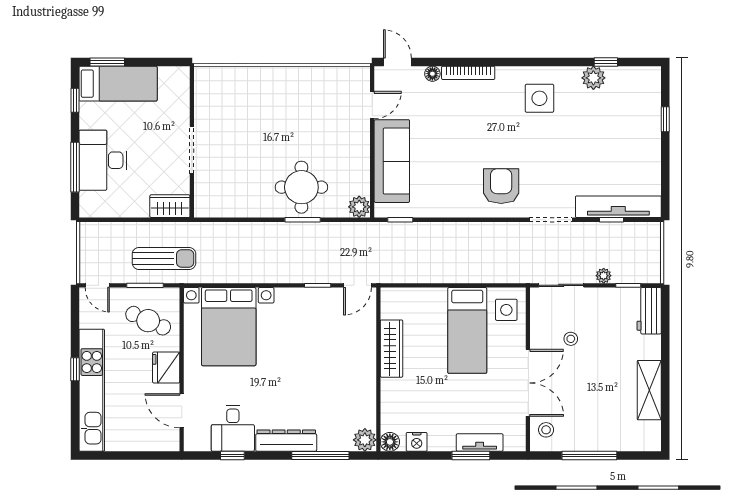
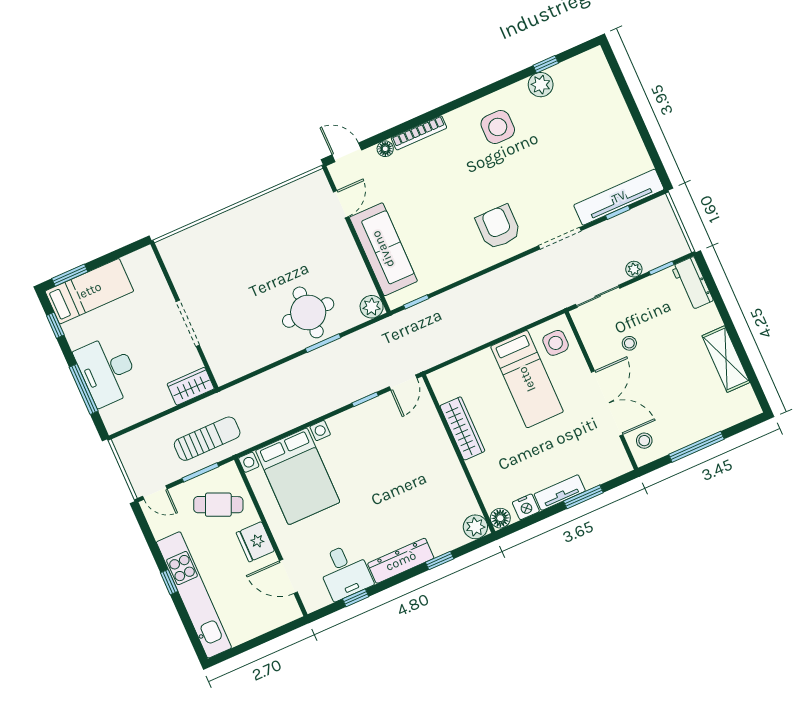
window: (665, 119) -> (627, 94), removed
tv unit: (480, 443) -> (560, 493), moved
window: (320, 455) -> (440, 561), width x0.46

